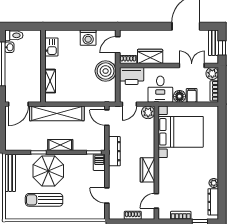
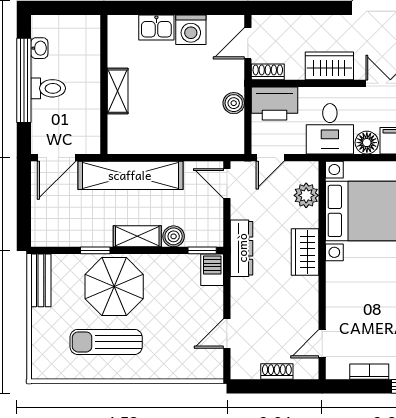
toilet: (14, 35) -> (48, 88), moved
kitchen sink: (51, 47) -> (156, 28), moved, turned 90
wardrobe: (150, 56) -> (329, 66), moved
boiler: (106, 71) -> (234, 103), width x0.54, depth x0.54
shelving: (50, 81) -> (118, 91), moved
plant: (148, 112) -> (306, 195), moved
boiler: (79, 145) -> (174, 236), added
wardrobe: (147, 170) -> (305, 252), moved
bench: (10, 173) -> (41, 280), width x0.73
door: (107, 196) -> (227, 334), hinge flipped

